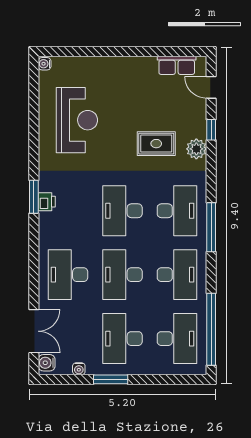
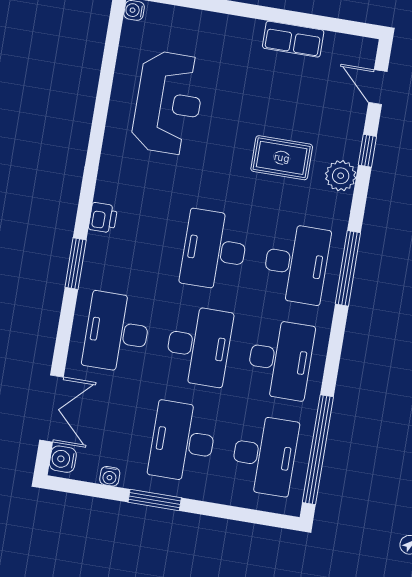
row of seats: (177, 65) -> (293, 39), moved
window: (34, 197) -> (76, 264), moved
window: (211, 227) -> (348, 268), moved
desk: (122, 275) -> (199, 346), turned 180

